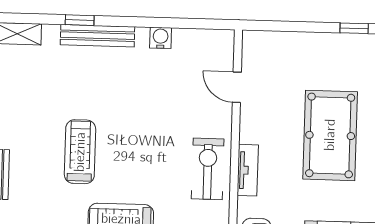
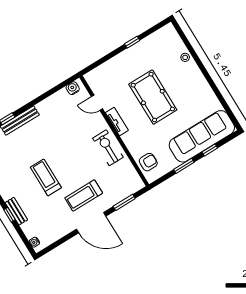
water cooler: (161, 38) -> (73, 88), moved
tv unit: (248, 170) -> (117, 121), moved

